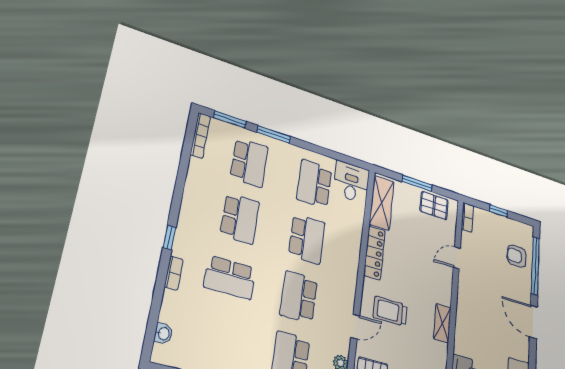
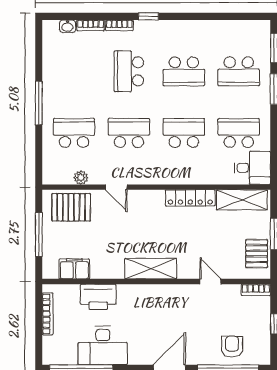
bookcase: (200, 135) -> (91, 25), moved, width x0.64
school desk: (307, 239) -> (184, 133), turned 180
trolley: (390, 311) -> (139, 219), removed
shelving: (442, 323) -> (151, 269), width x1.50, depth x1.33

